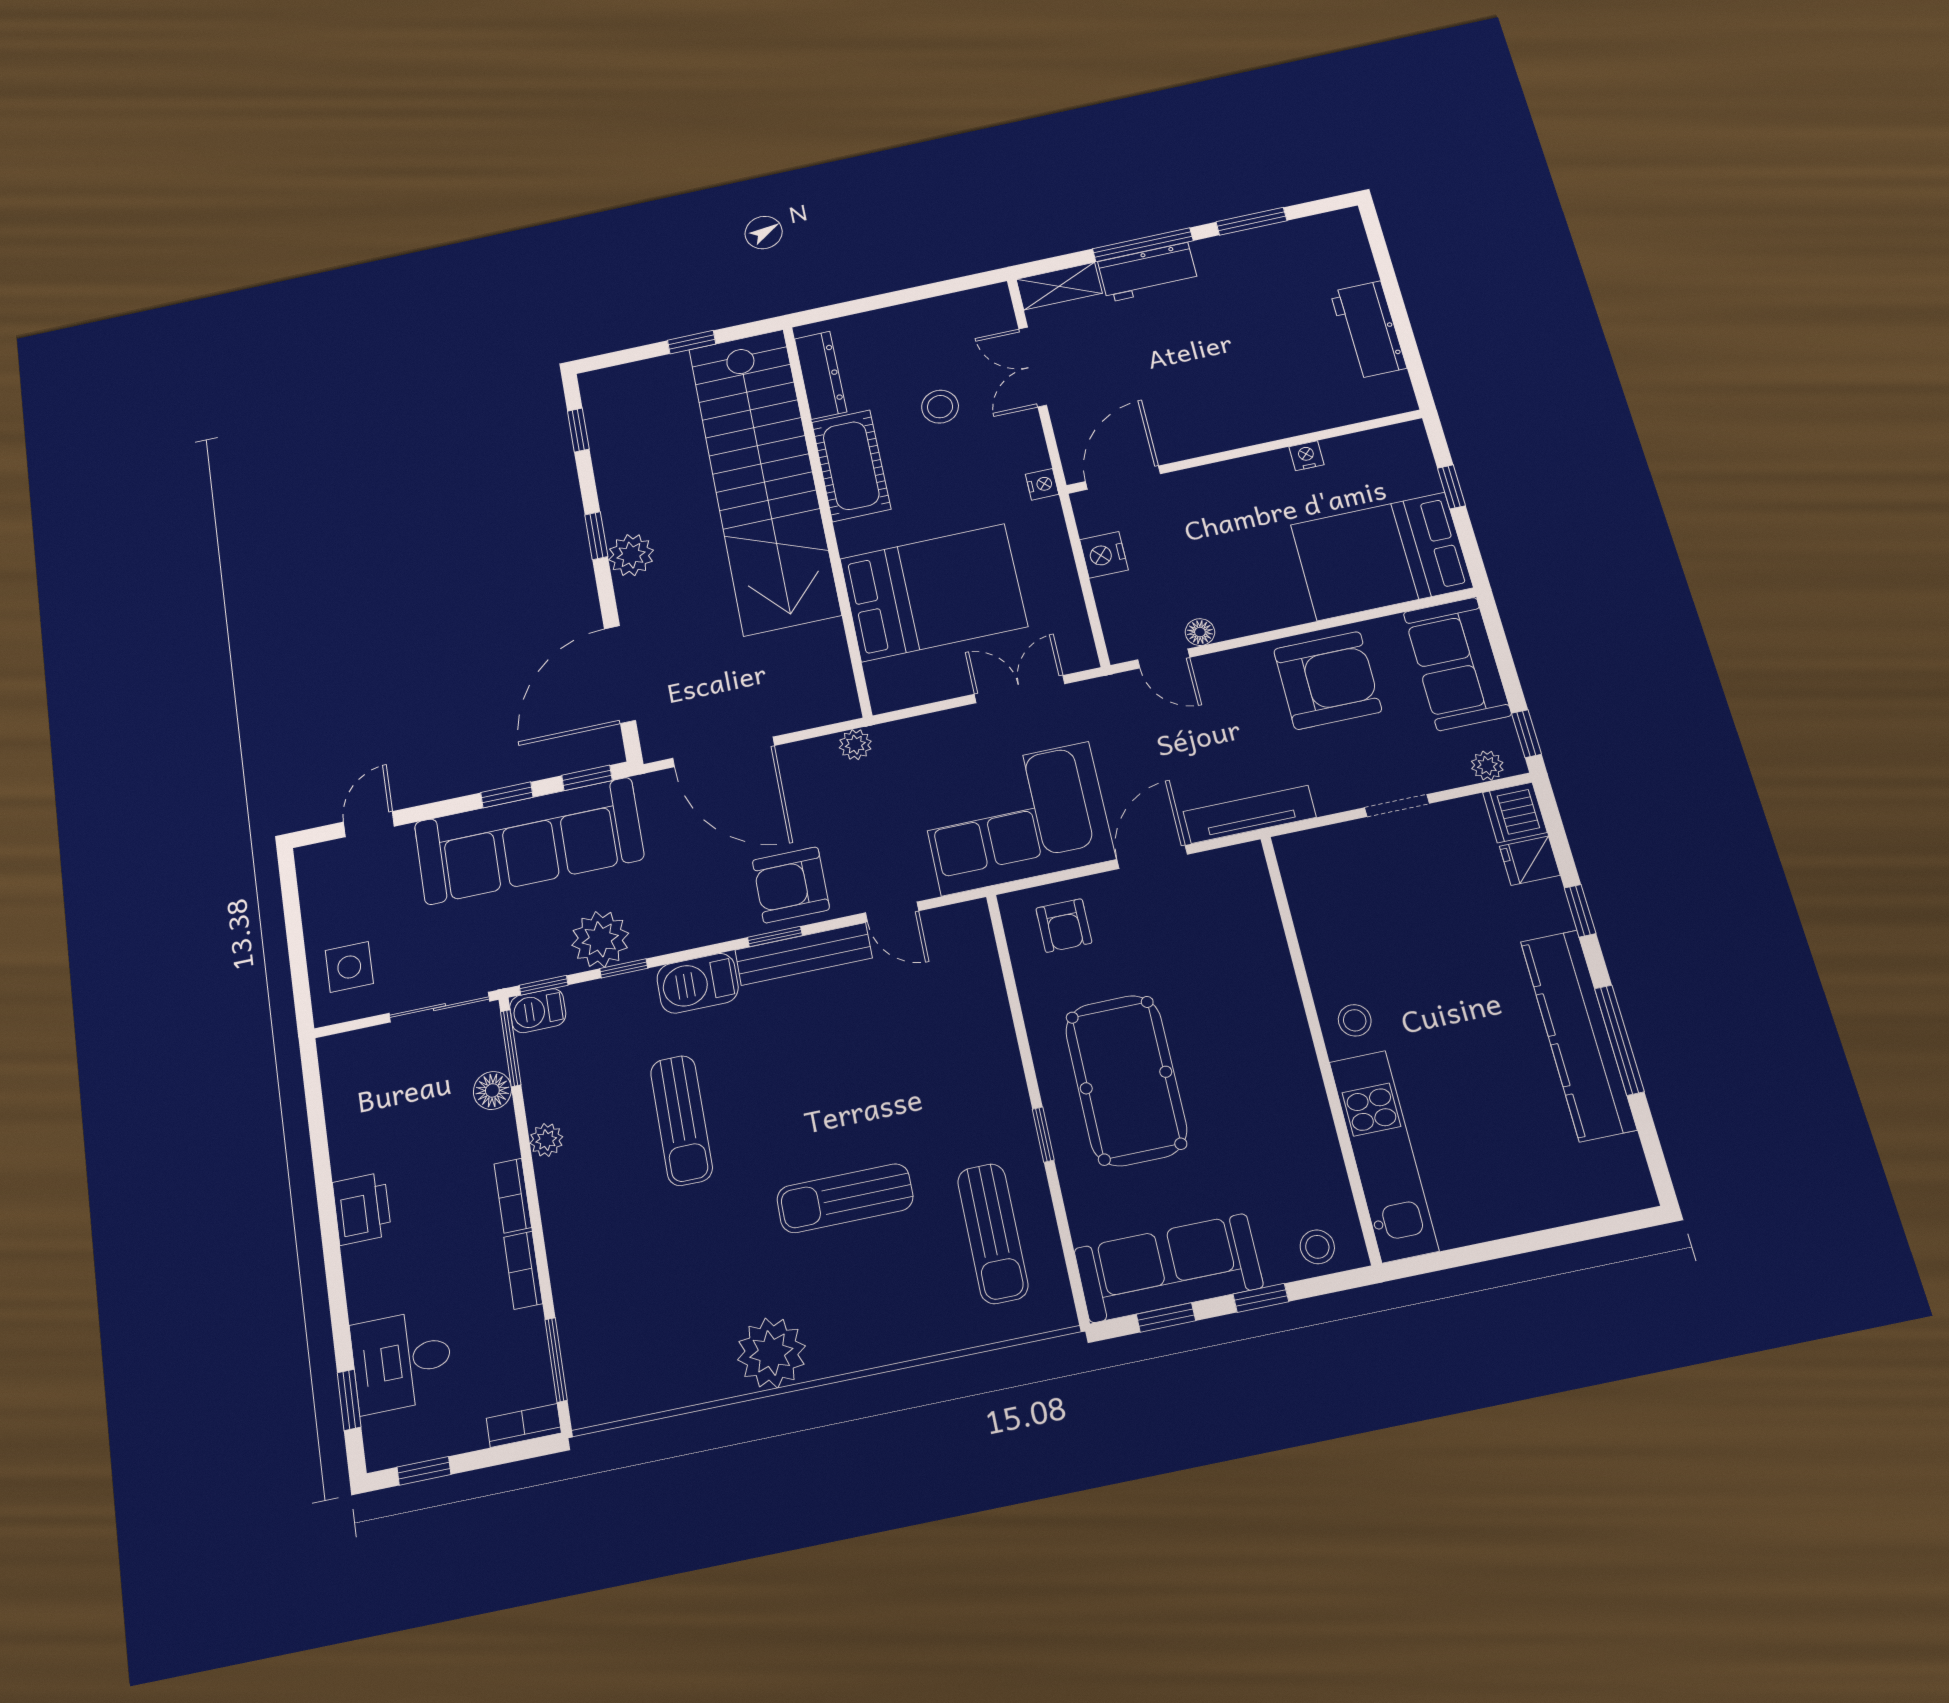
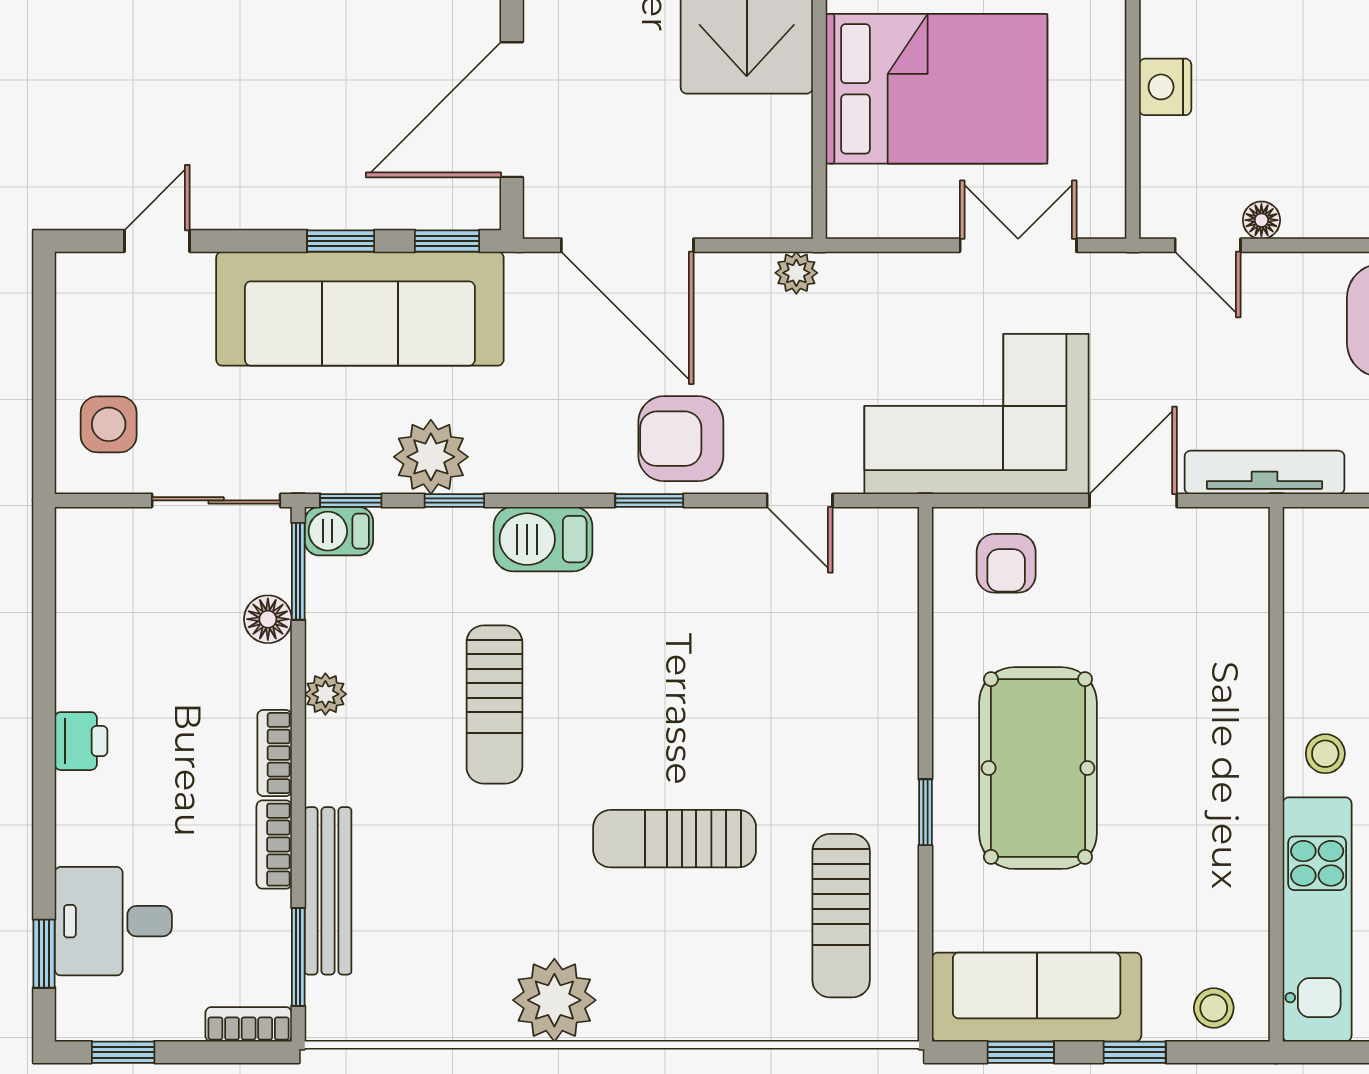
bench: (804, 954) -> (328, 891), moved, turned 90
printer: (362, 1209) -> (81, 741), width x0.73, depth x0.81

